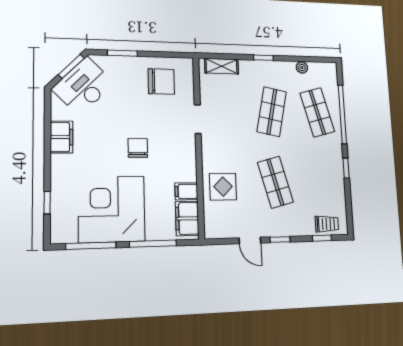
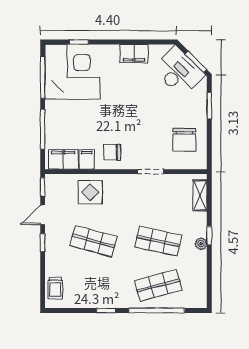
plant: (302, 67) -> (201, 244), moved
chair: (138, 148) -> (112, 152), moved, turned 180
shop shelf: (275, 182) -> (94, 241), turned 30
corner desk: (112, 209) -> (72, 72), moved
window: (322, 238) -> (43, 187), moved

